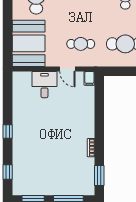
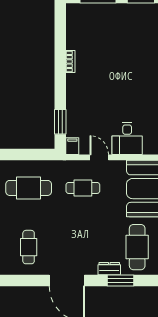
window: (99, 176) -> (60, 122), moved

